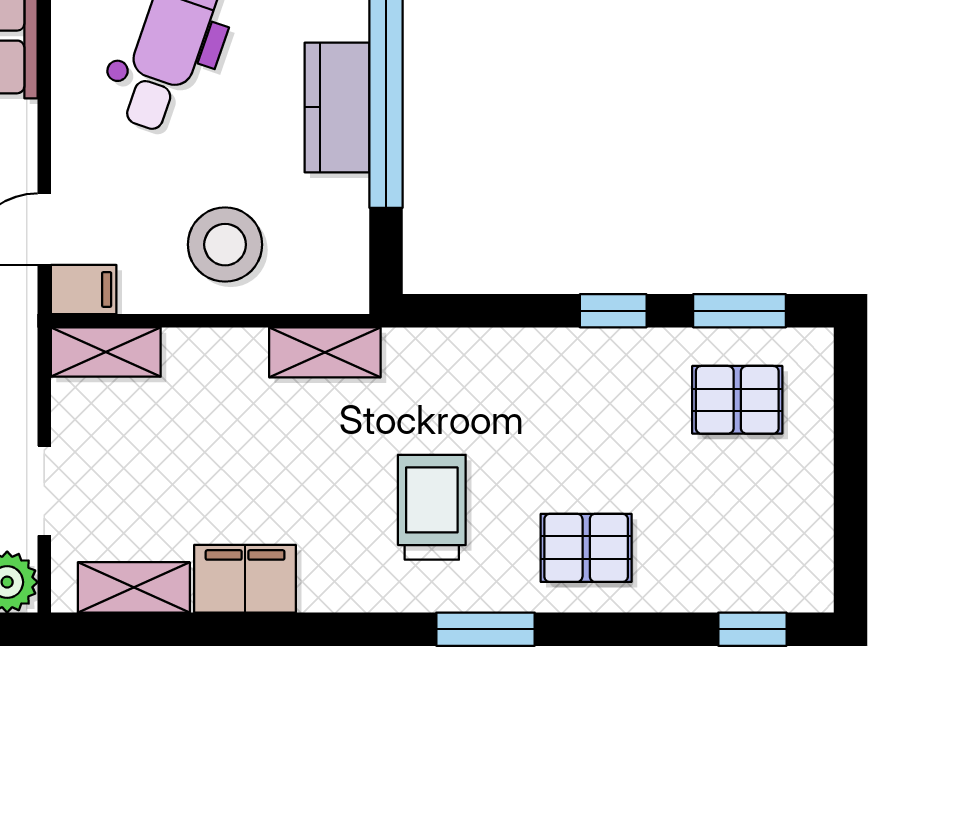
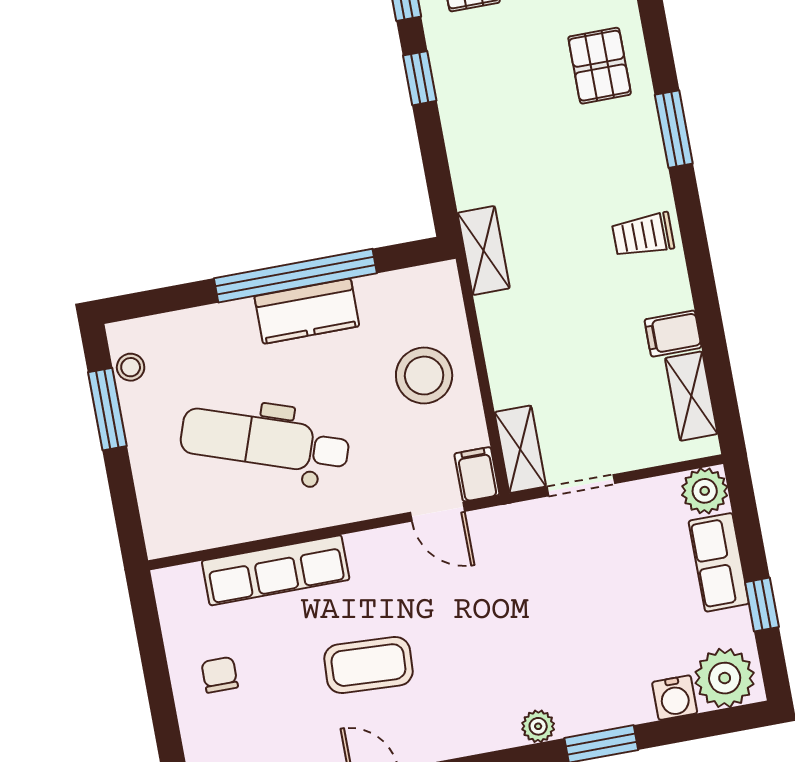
shelving: (325, 352) -> (484, 250), moved
doorway: (44, 491) -> (581, 485), moved
trolley: (432, 507) -> (643, 235), moved, width x0.73, depth x0.72
filing cabinet: (245, 579) -> (673, 334), width x0.50

